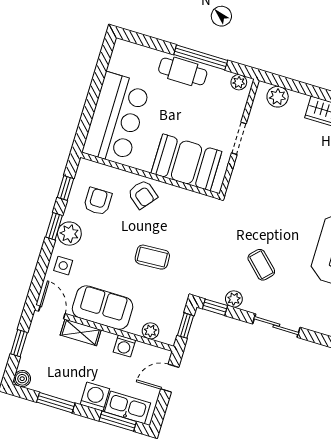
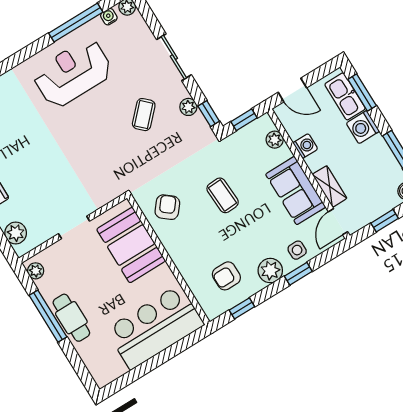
armchair: (143, 194) -> (167, 207), moved
window: (54, 226) -> (298, 274), moved

